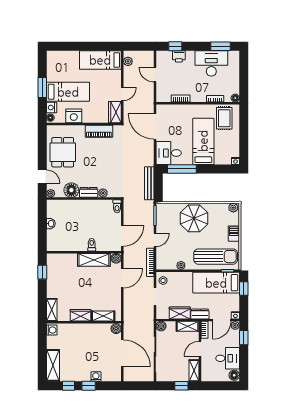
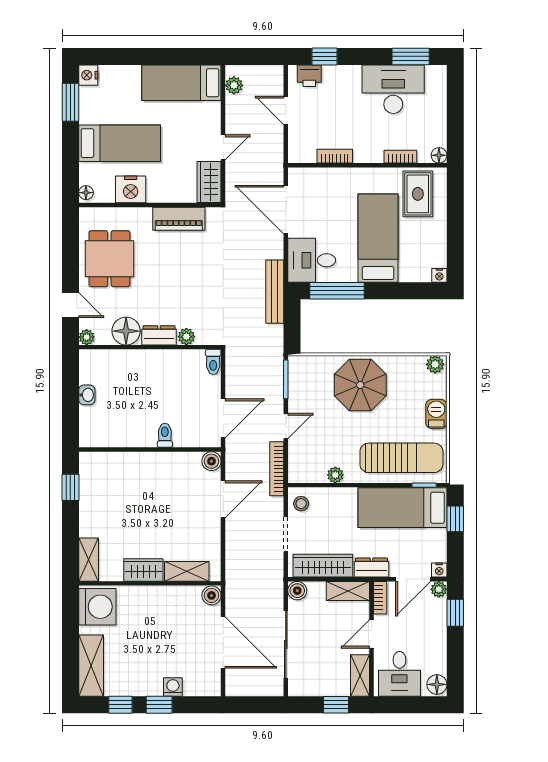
printer: (179, 56) -> (309, 76), moved
window: (42, 87) -> (70, 102), moved
nightstand: (52, 108) -> (88, 75), moved
bench: (149, 183) -> (275, 292), moved
shelving: (94, 260) -> (169, 464), removed
wardrobe: (180, 313) -> (323, 566), width x1.50
washing machine: (52, 330) -> (97, 607), width x1.89, depth x1.89
desk: (228, 358) -> (399, 674), moved, turned 90

